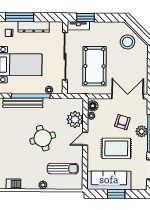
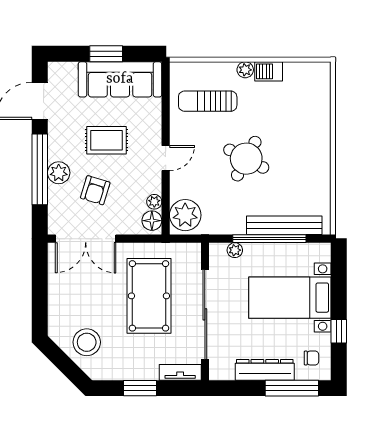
window: (85, 17) -> (140, 388), moved
plant: (75, 120) -> (185, 215), moved
round table: (43, 138) -> (246, 159), turned 45
rug: (116, 148) -> (106, 140), width x0.73, depth x0.70
barbecue: (13, 184) -> (269, 71), moved

